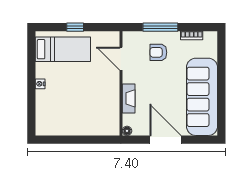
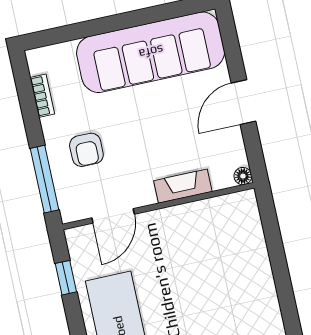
window: (75, 27) -> (66, 278), moved
window: (160, 27) -> (44, 179), moved
door: (165, 140) -> (243, 102), width x0.73

